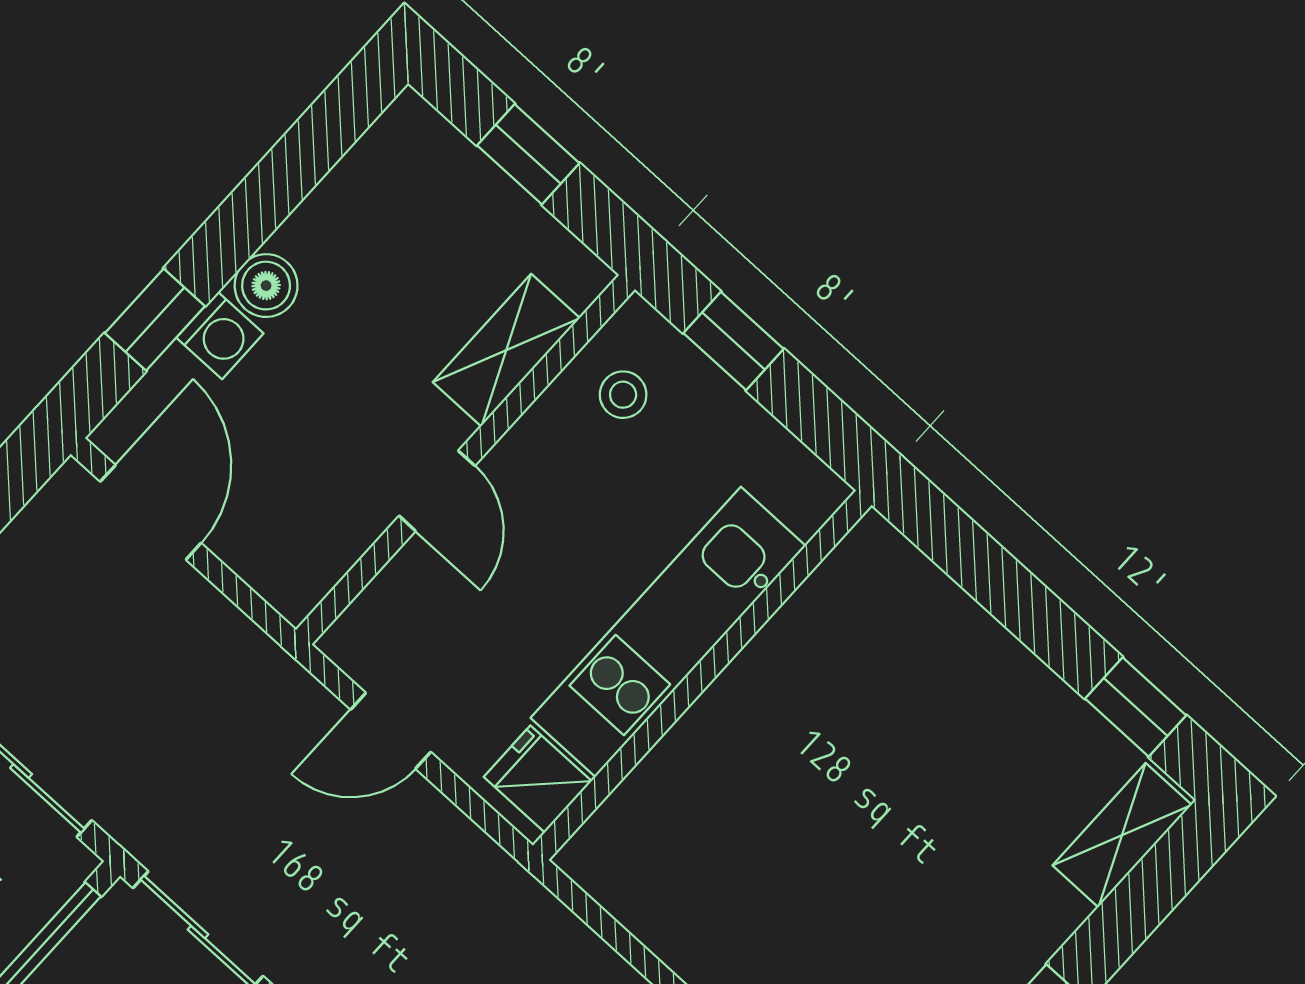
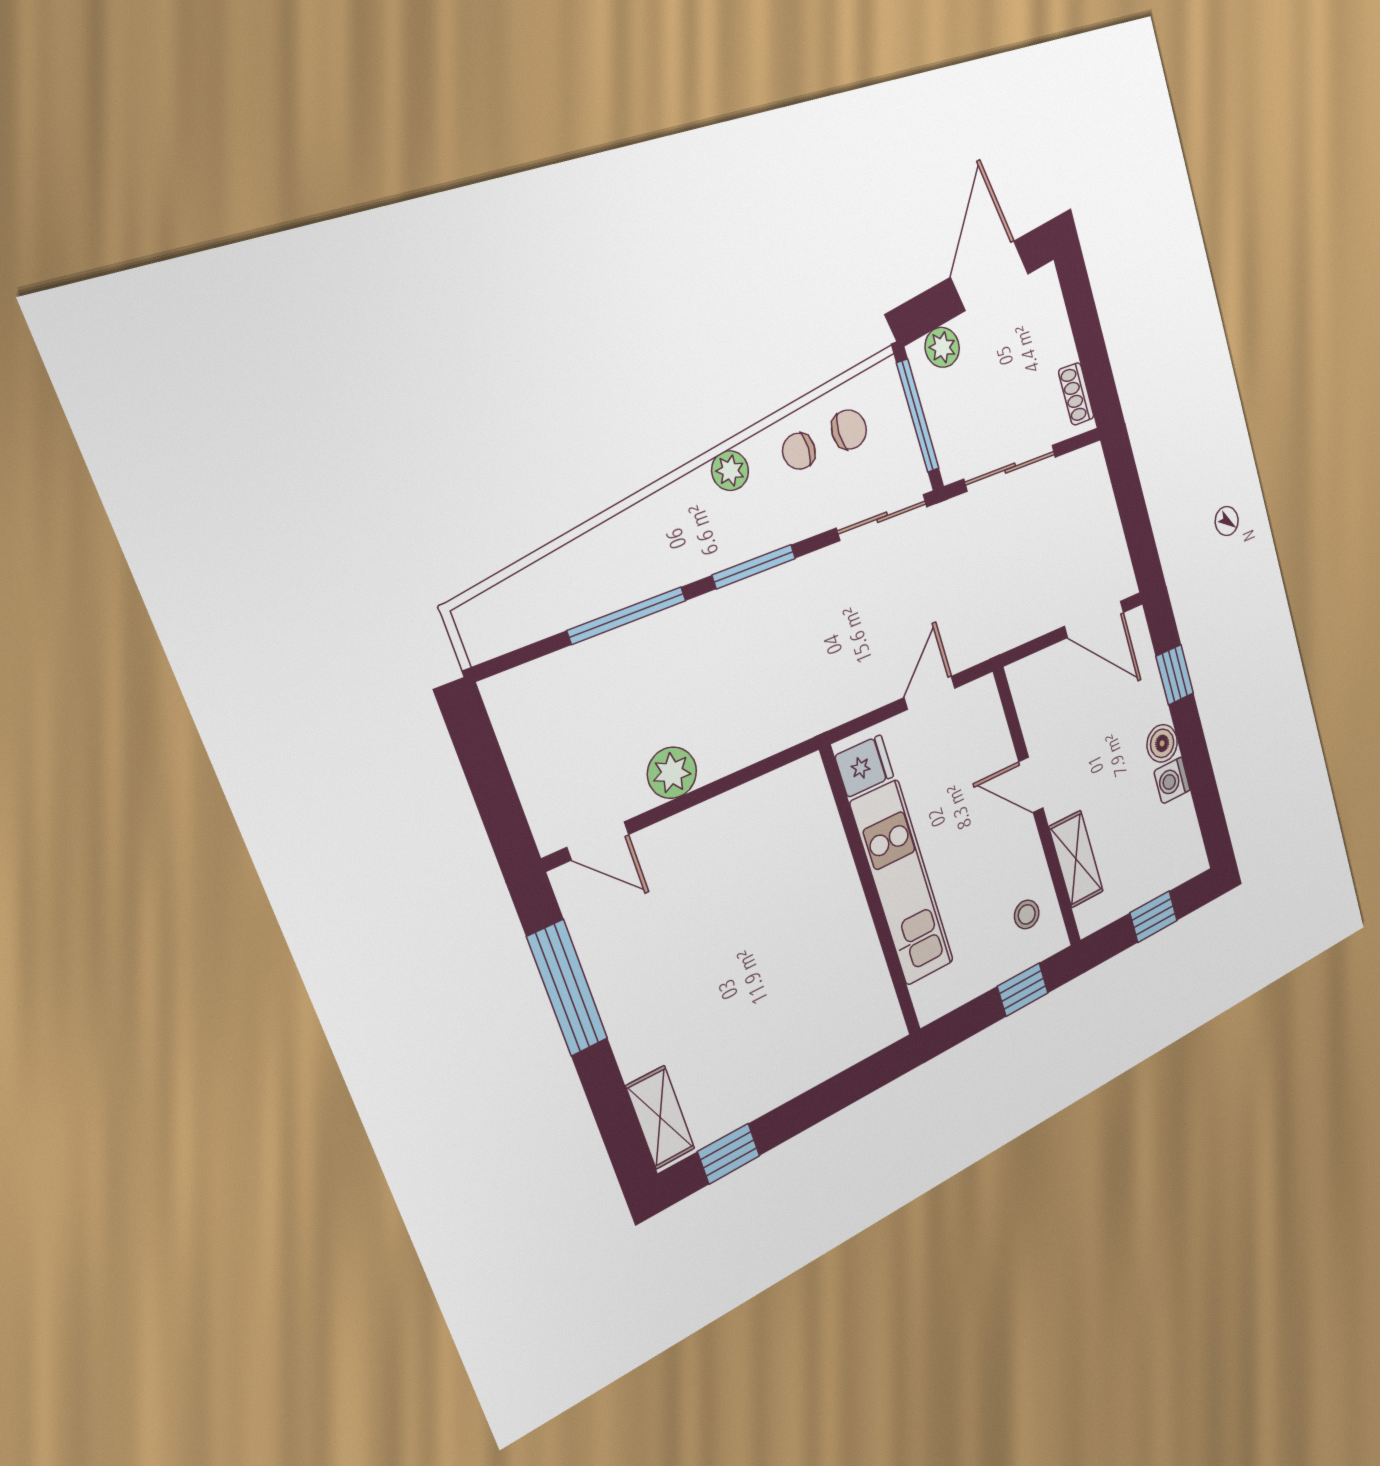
washing machine: (220, 336) -> (1172, 781), moved

